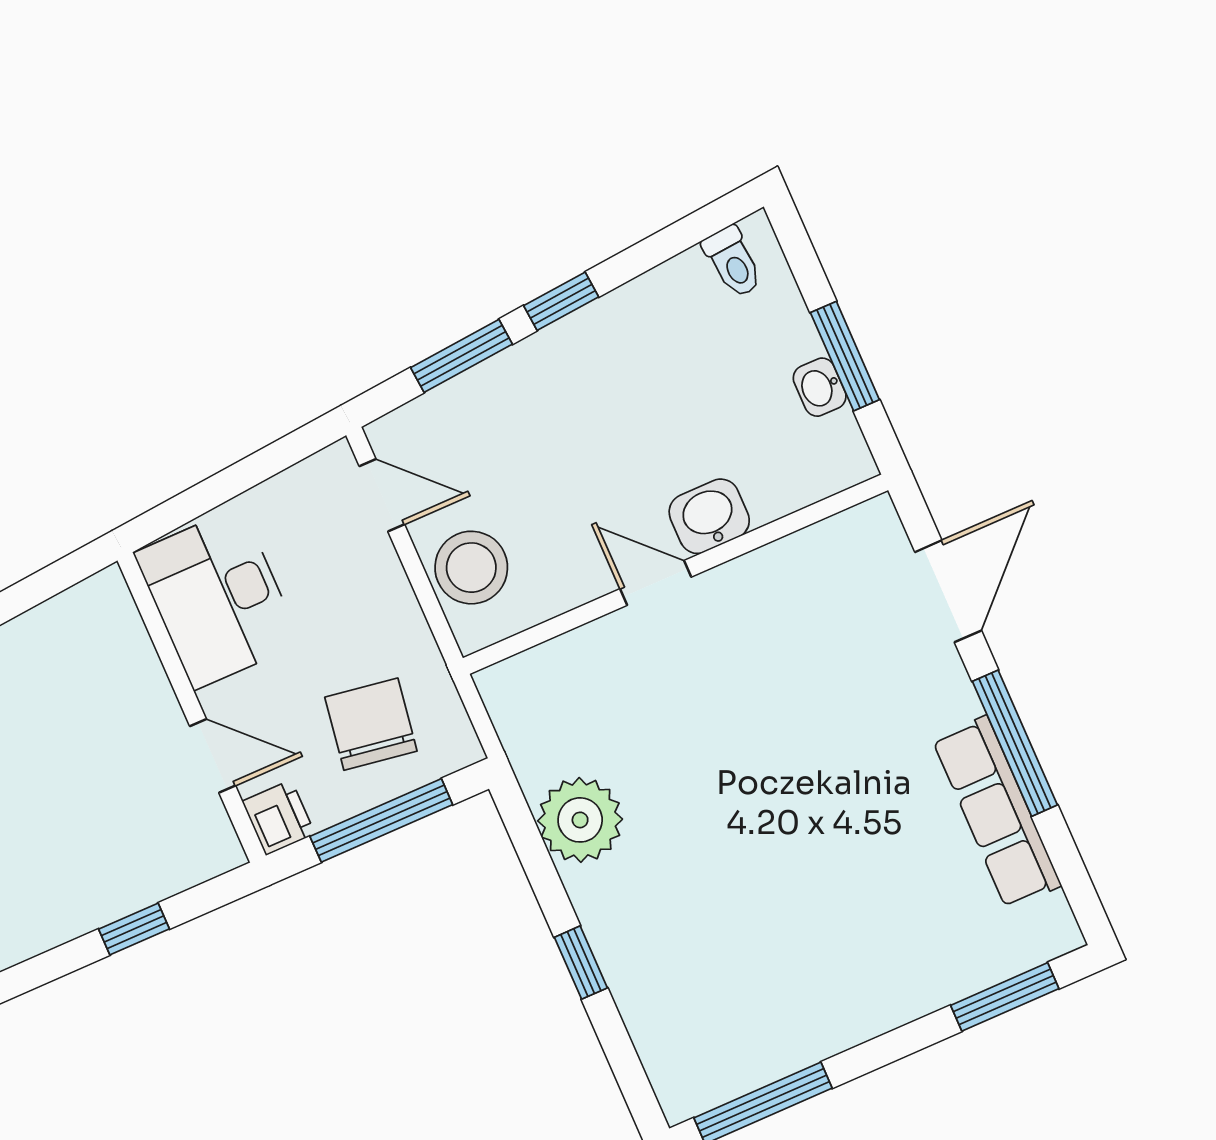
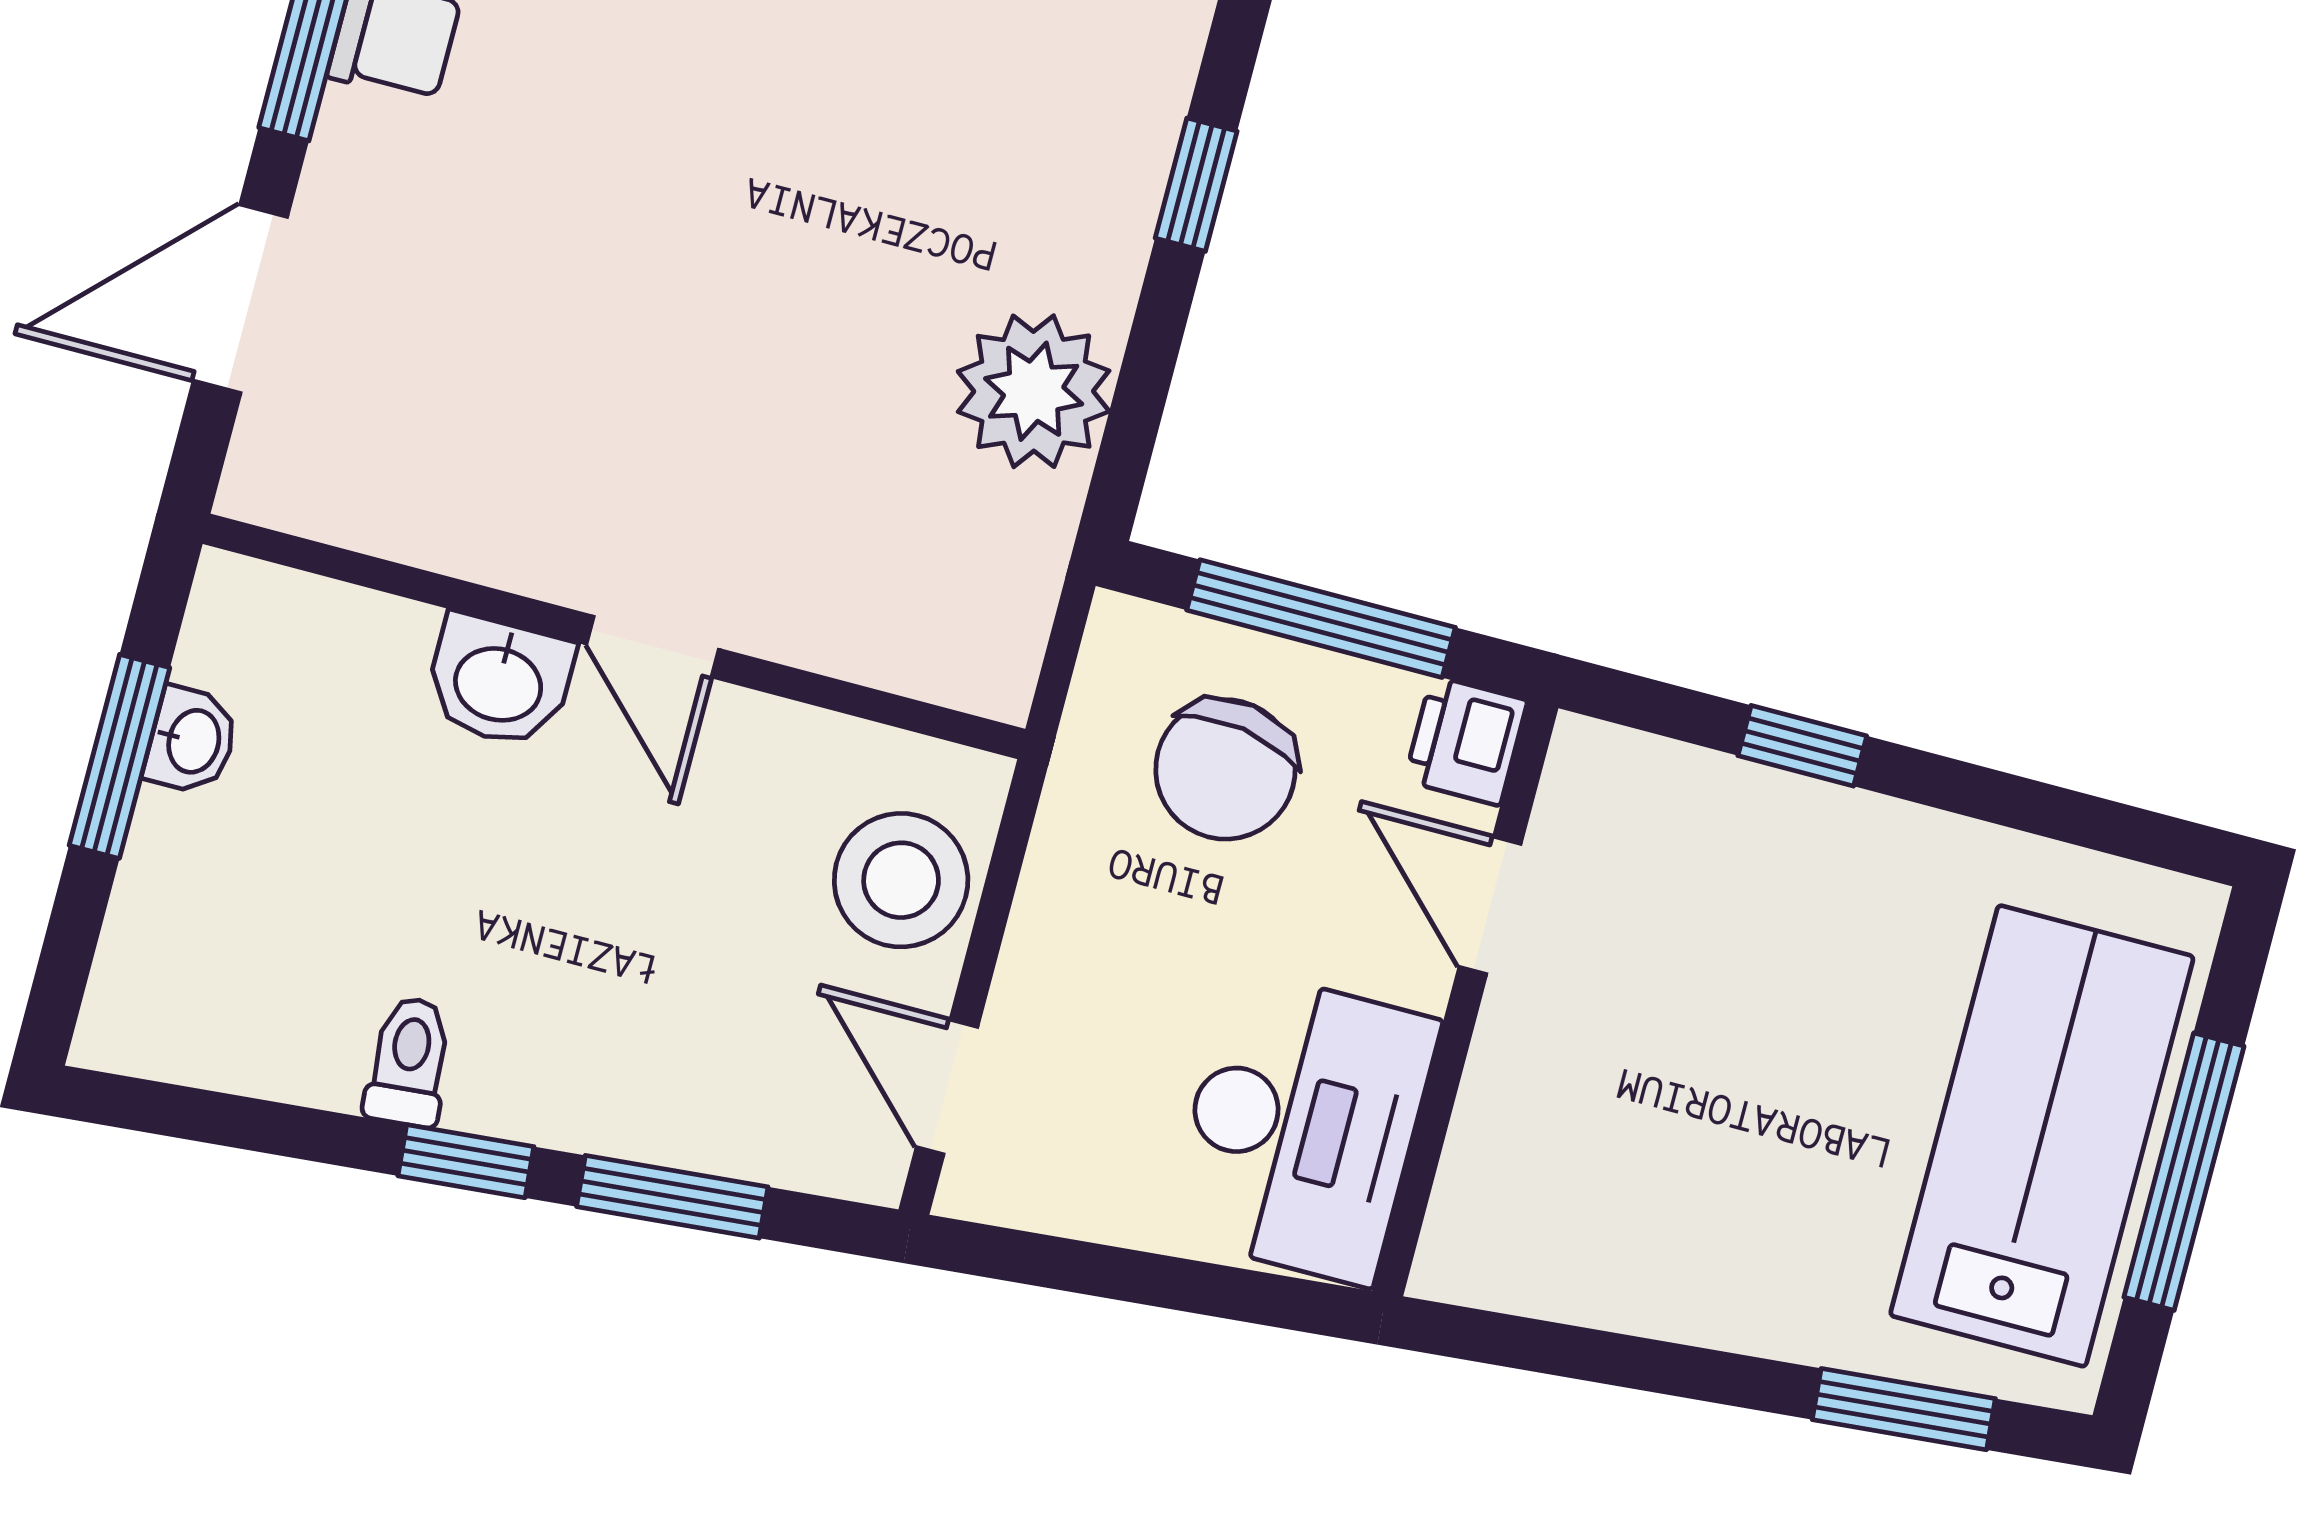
toilet: (733, 262) -> (409, 1062), moved

